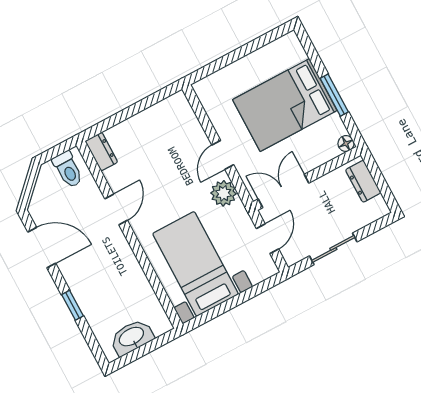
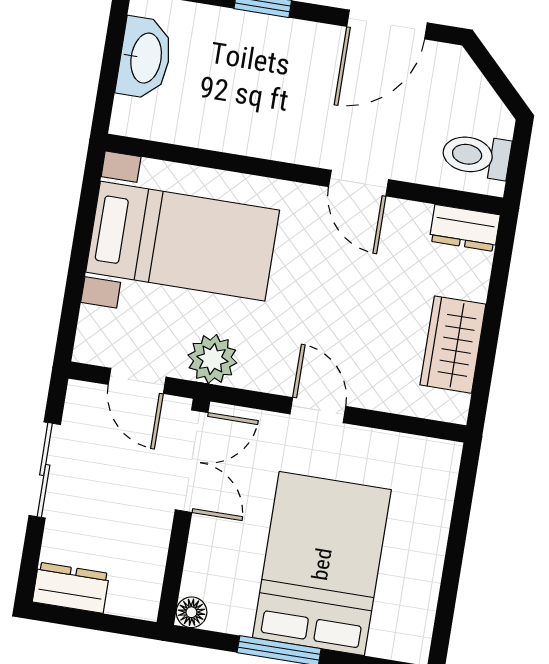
wardrobe: (153, 120) -> (453, 345), added
dresser: (363, 181) -> (71, 588), moved
plant: (223, 193) -> (212, 359), moved

